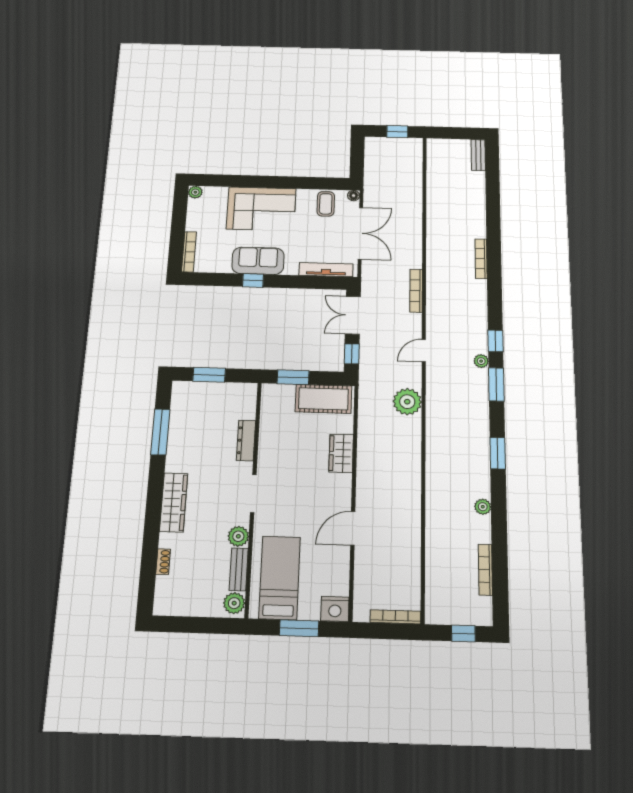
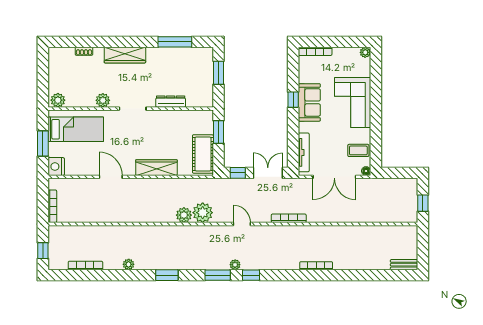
plant: (410, 427) -> (184, 215), added
wardrobe: (341, 453) -> (156, 168), width x1.50
bench: (239, 569) -> (80, 102), removed

